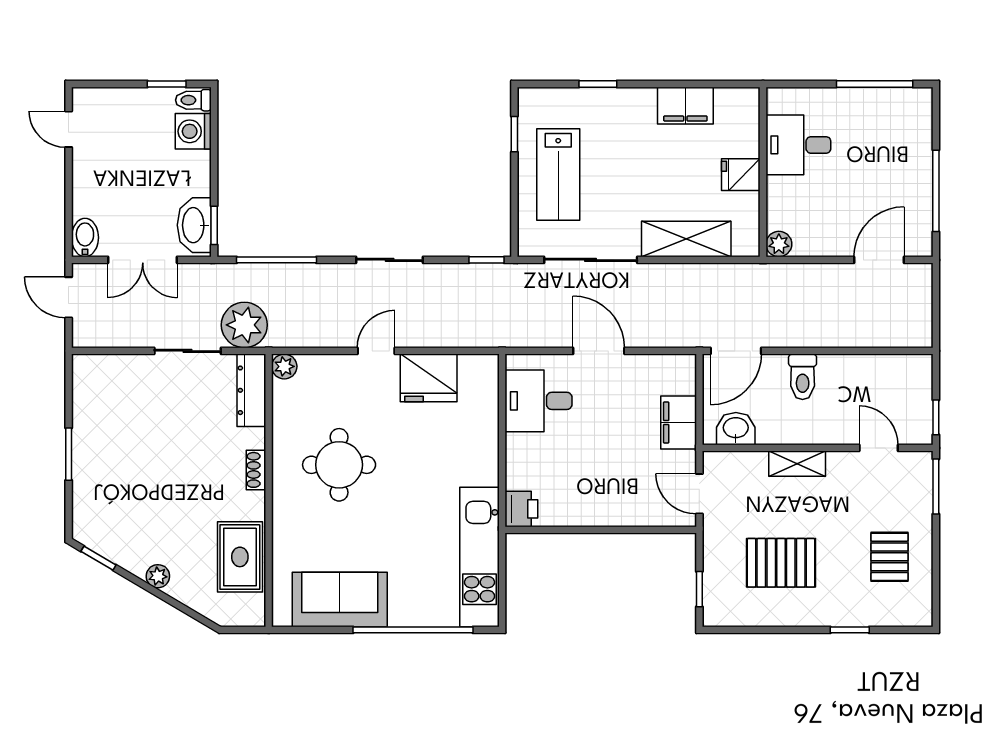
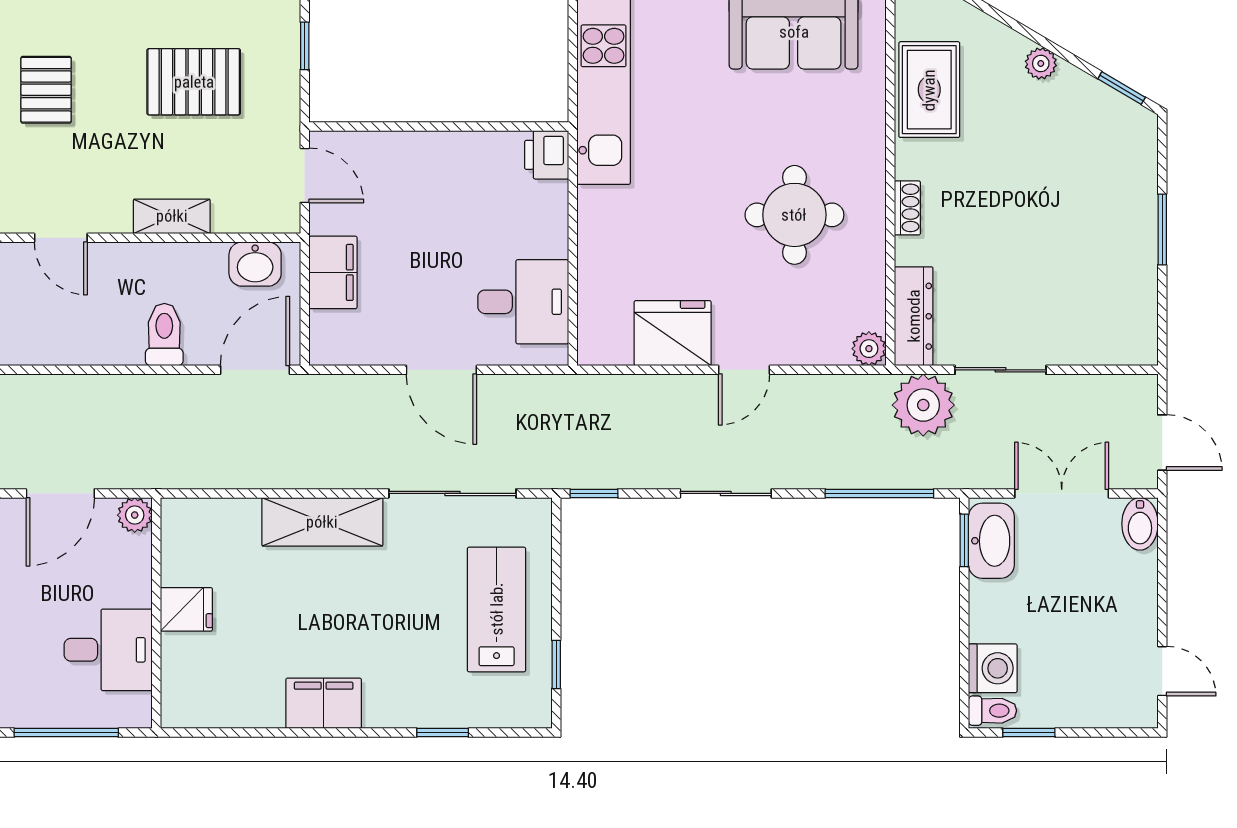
desk: (798, 145) -> (108, 650), moved
wall: (763, 172) -> (156, 613), moved
fridge: (741, 175) -> (186, 609), moved
plant: (779, 244) -> (135, 515), moved

